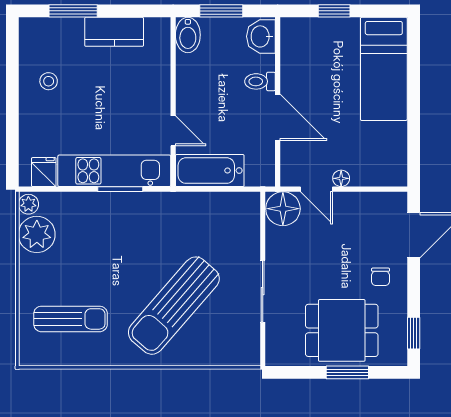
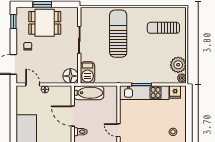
door: (173, 131) -> (119, 130), moved
bathtub: (210, 171) -> (89, 93), moved
door: (317, 189) -> (33, 85), moved
barbecue: (244, 217) -> (87, 73), added
sun lounger: (174, 306) -> (118, 34), turned -41

